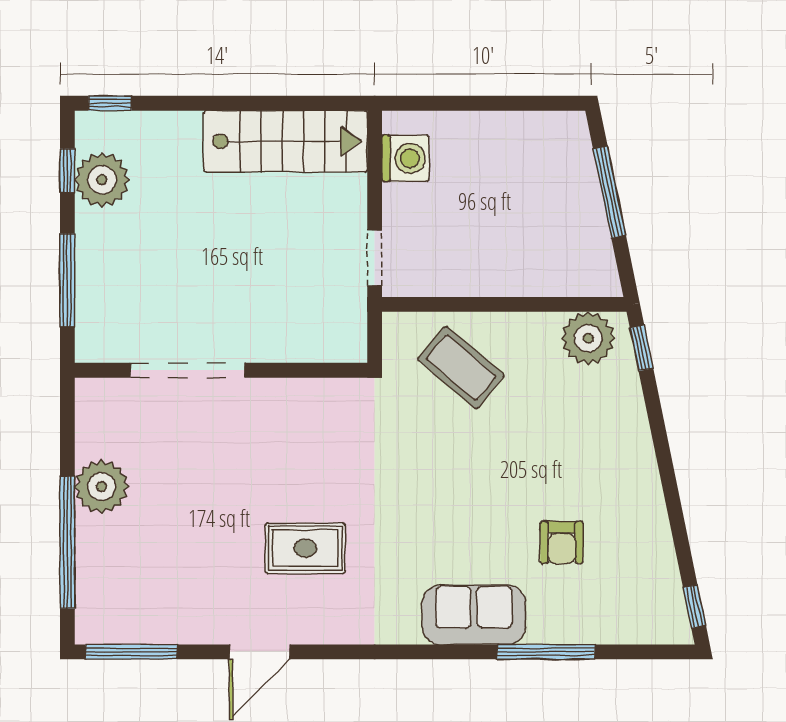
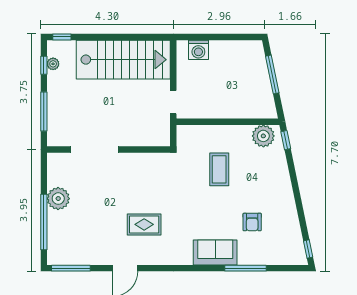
stairs: (286, 141) -> (123, 60), width x1.36, depth x1.51
washing machine: (405, 158) -> (198, 50), moved, turned 90
plant: (102, 180) -> (53, 64), width x0.53, depth x0.53
coffee table: (461, 368) -> (219, 169), moved, turned 50

